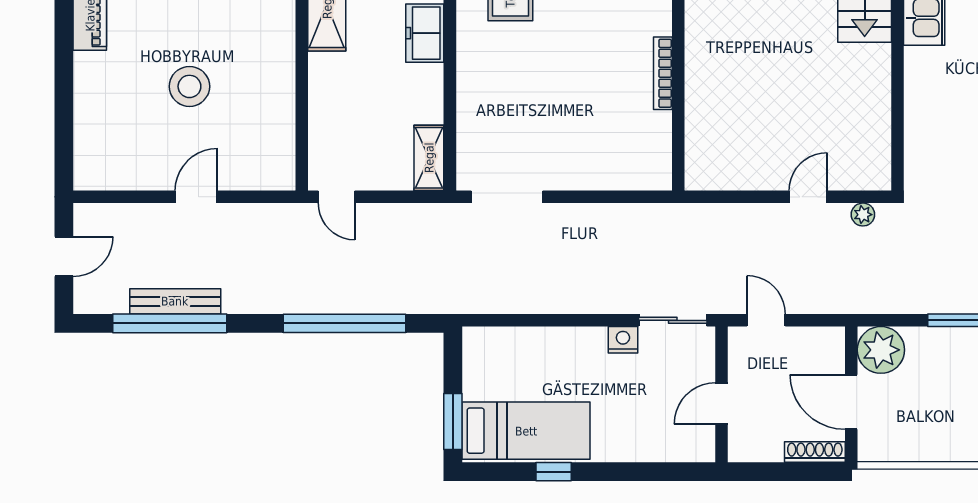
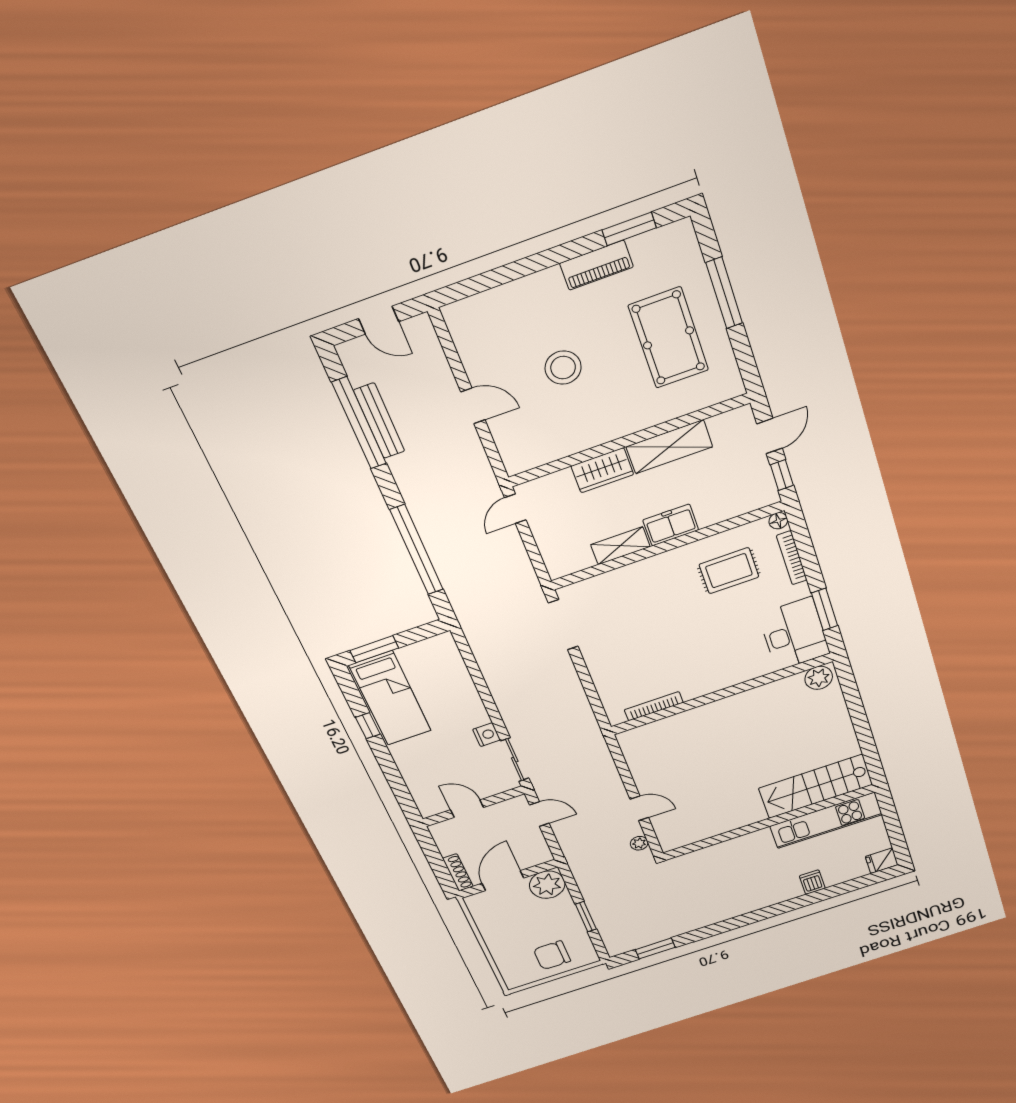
bookcase: (663, 73) -> (654, 706), moved
wardrobe: (327, 86) -> (602, 470), added
shelving: (429, 158) -> (620, 546), moved
door: (766, 320) -> (539, 814), hinge flipped

